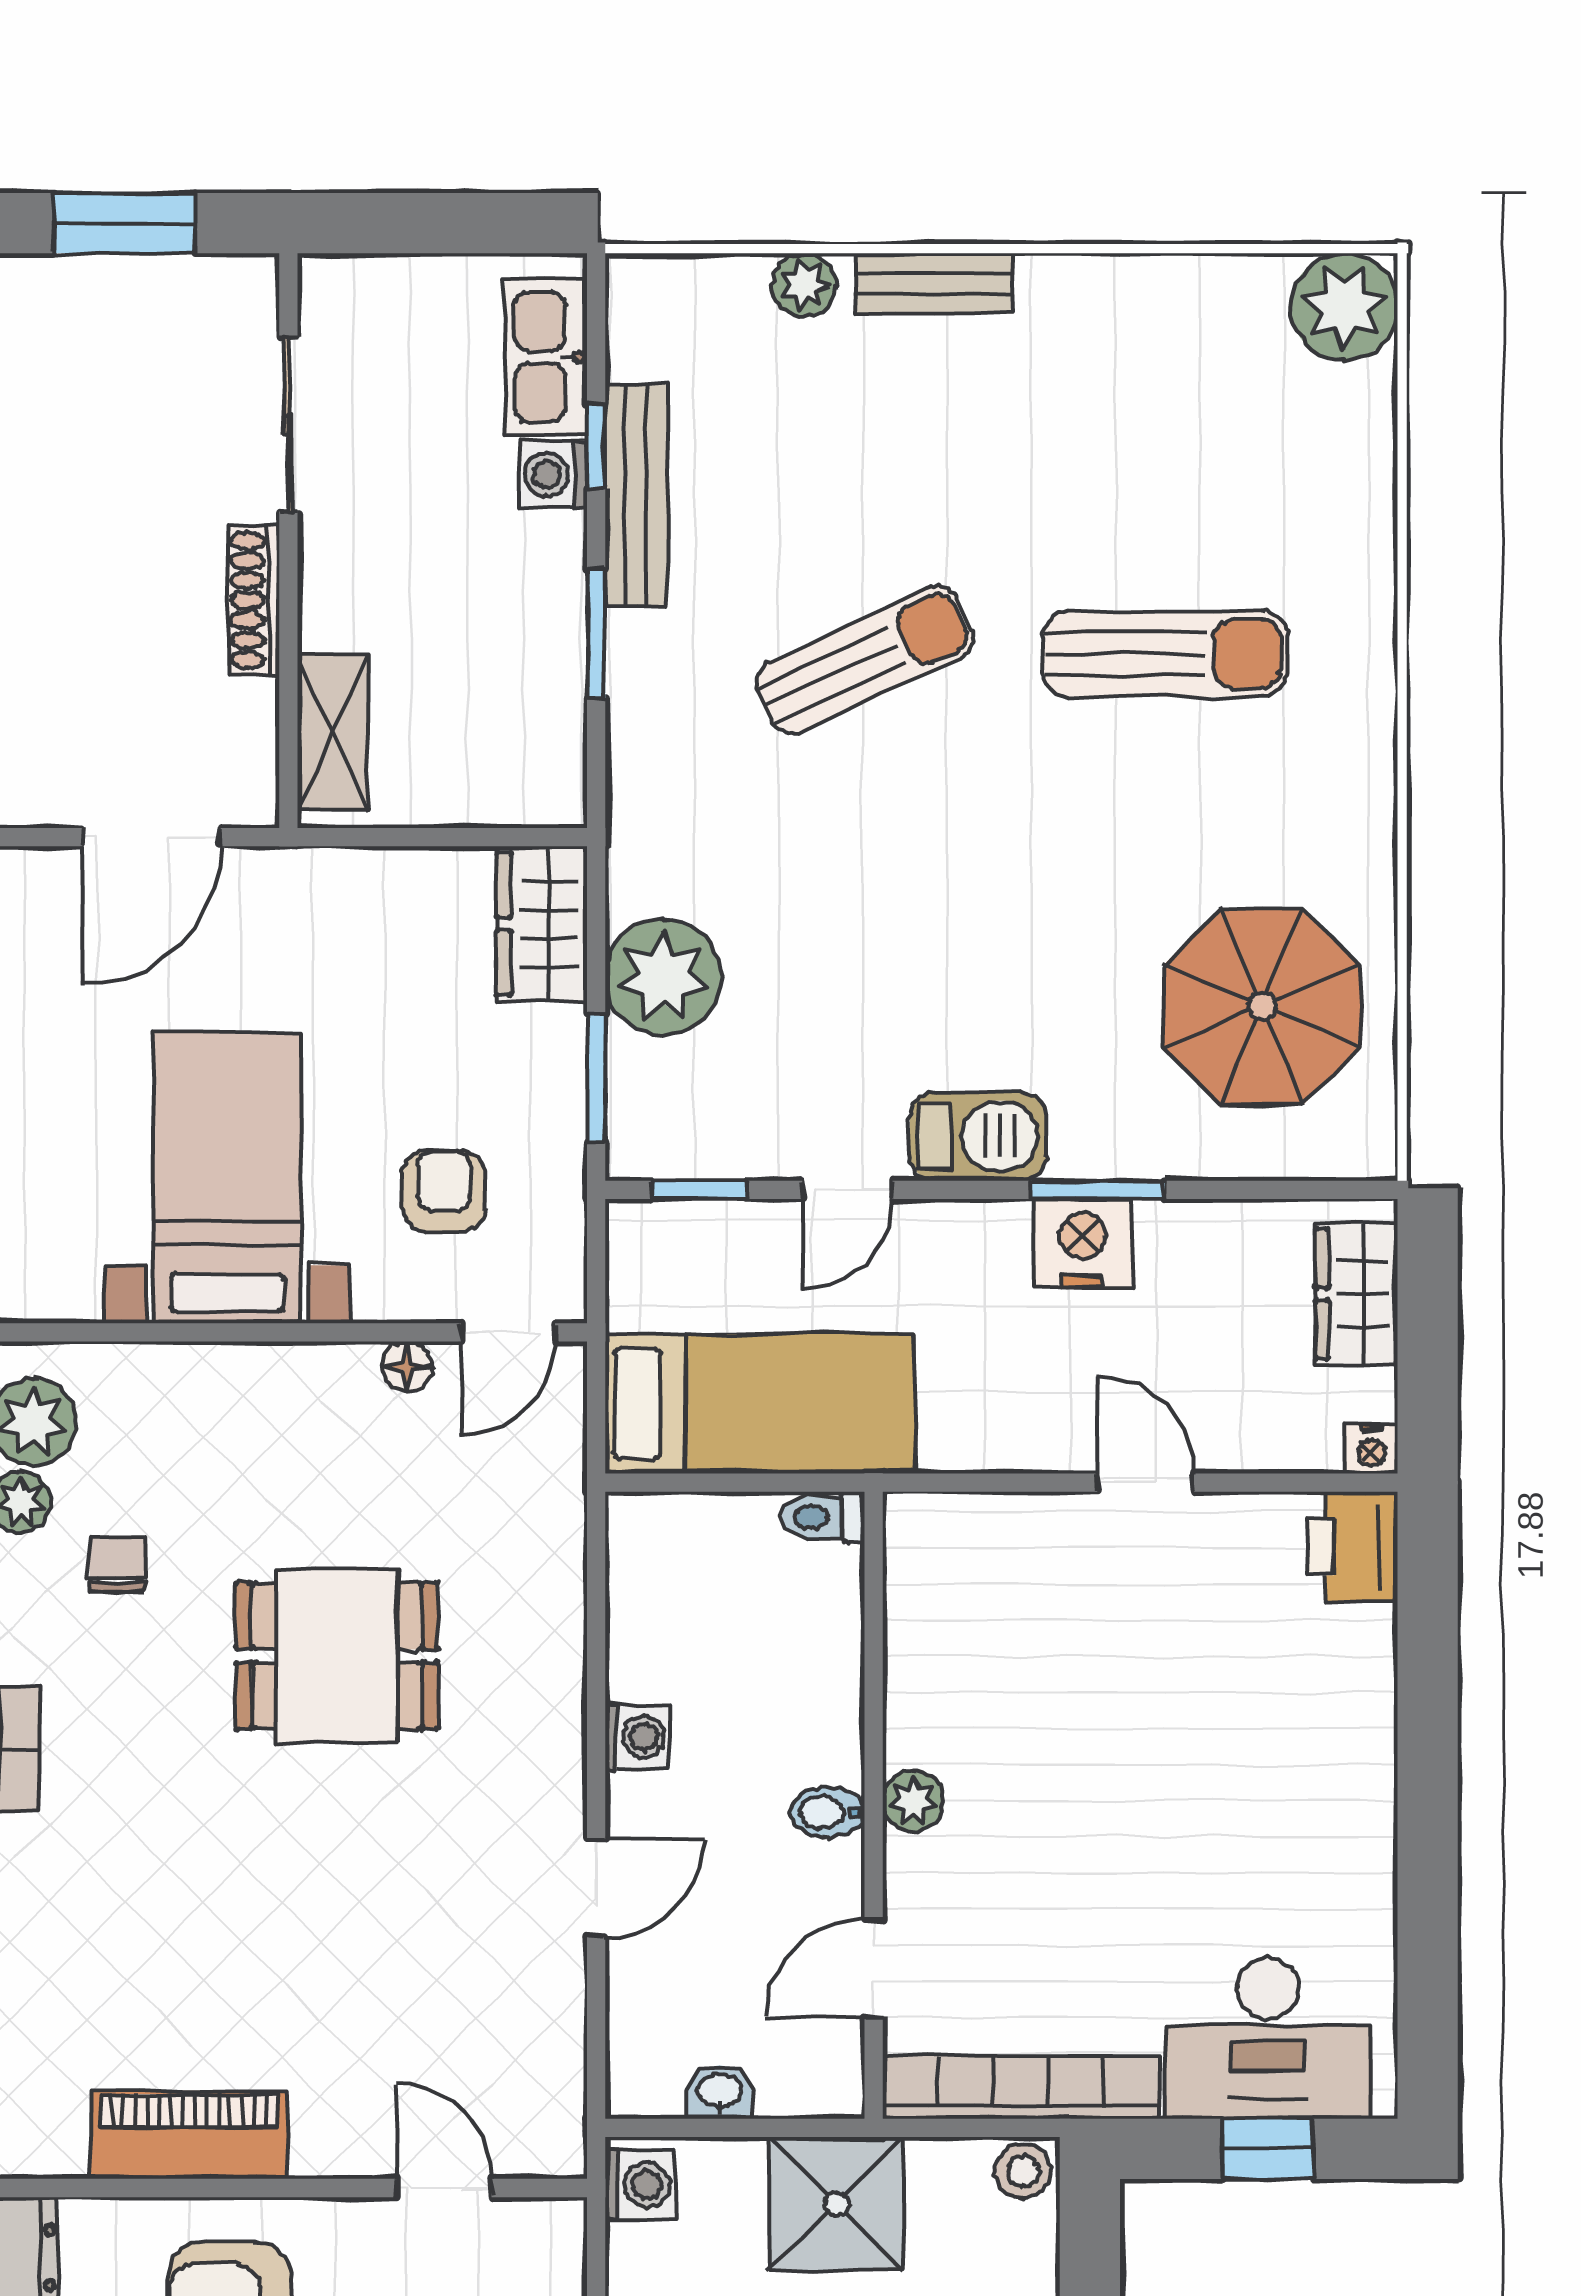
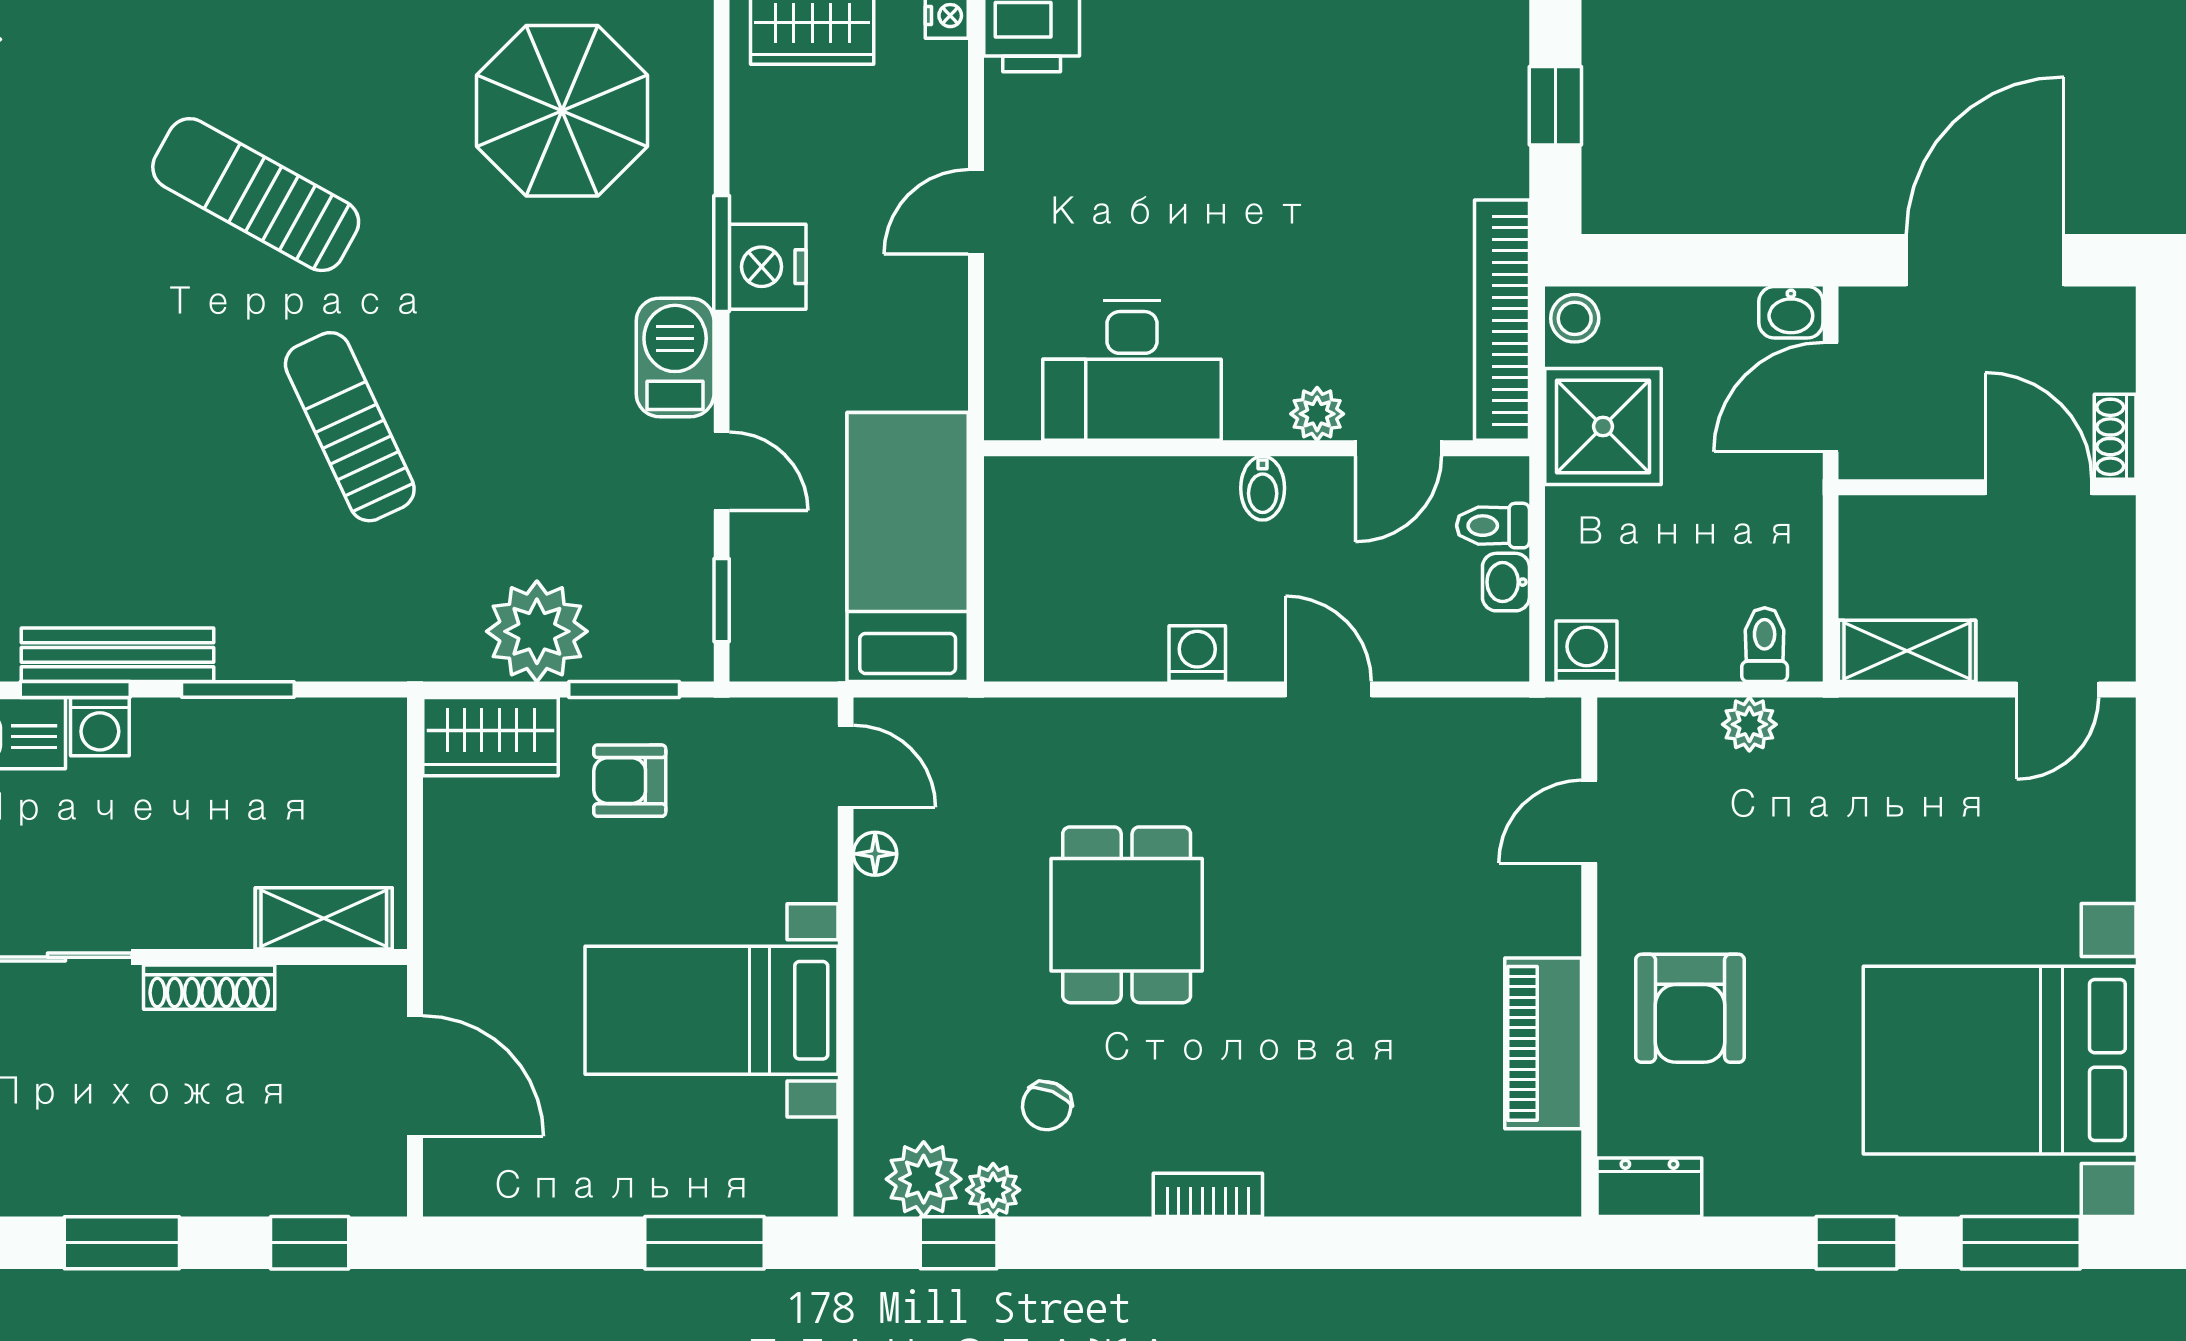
window: (596, 446) -> (75, 690), width x1.50
sun lounger: (1165, 654) -> (256, 195), turned -61
sun lounger: (865, 660) -> (350, 427), moved
armchair: (444, 1191) -> (630, 781), moved
toilet: (823, 1517) -> (1493, 526), moved, turned 90
chair: (117, 1564) -> (1047, 1106), turned -67
plant: (913, 1801) -> (1317, 414), moved
door: (874, 1968) -> (1398, 448), hinge flipped
desk: (1268, 2038) -> (1132, 370), moved, turned 90
shower: (836, 2204) -> (1603, 426), moved

